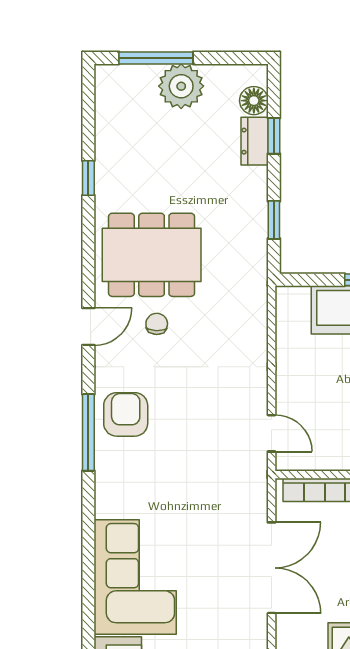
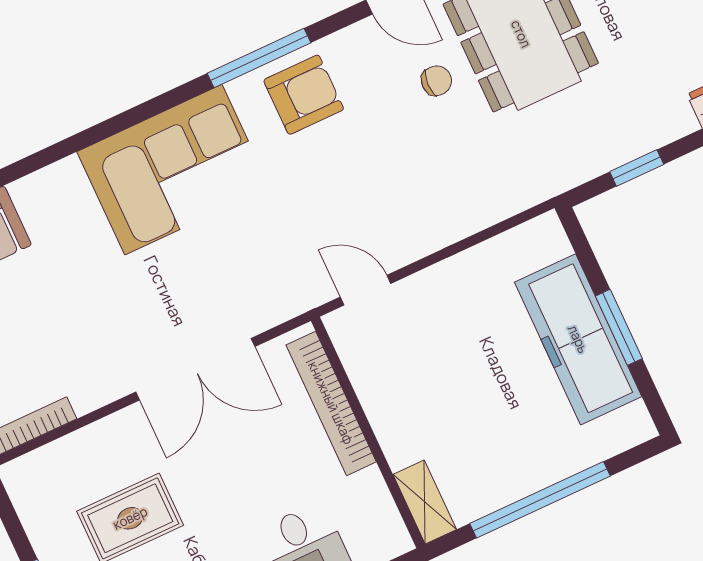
door: (272, 433) -> (365, 290), swing flipped
corner sofa: (135, 577) -> (173, 170), moved

